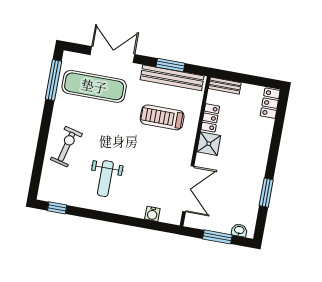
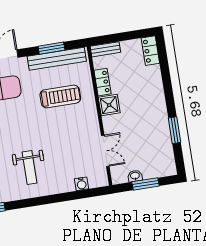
treadmill: (162, 117) -> (60, 96), turned 180
double door: (188, 189) -> (105, 151), width x0.73
washbasin: (239, 230) -> (135, 176), moved

